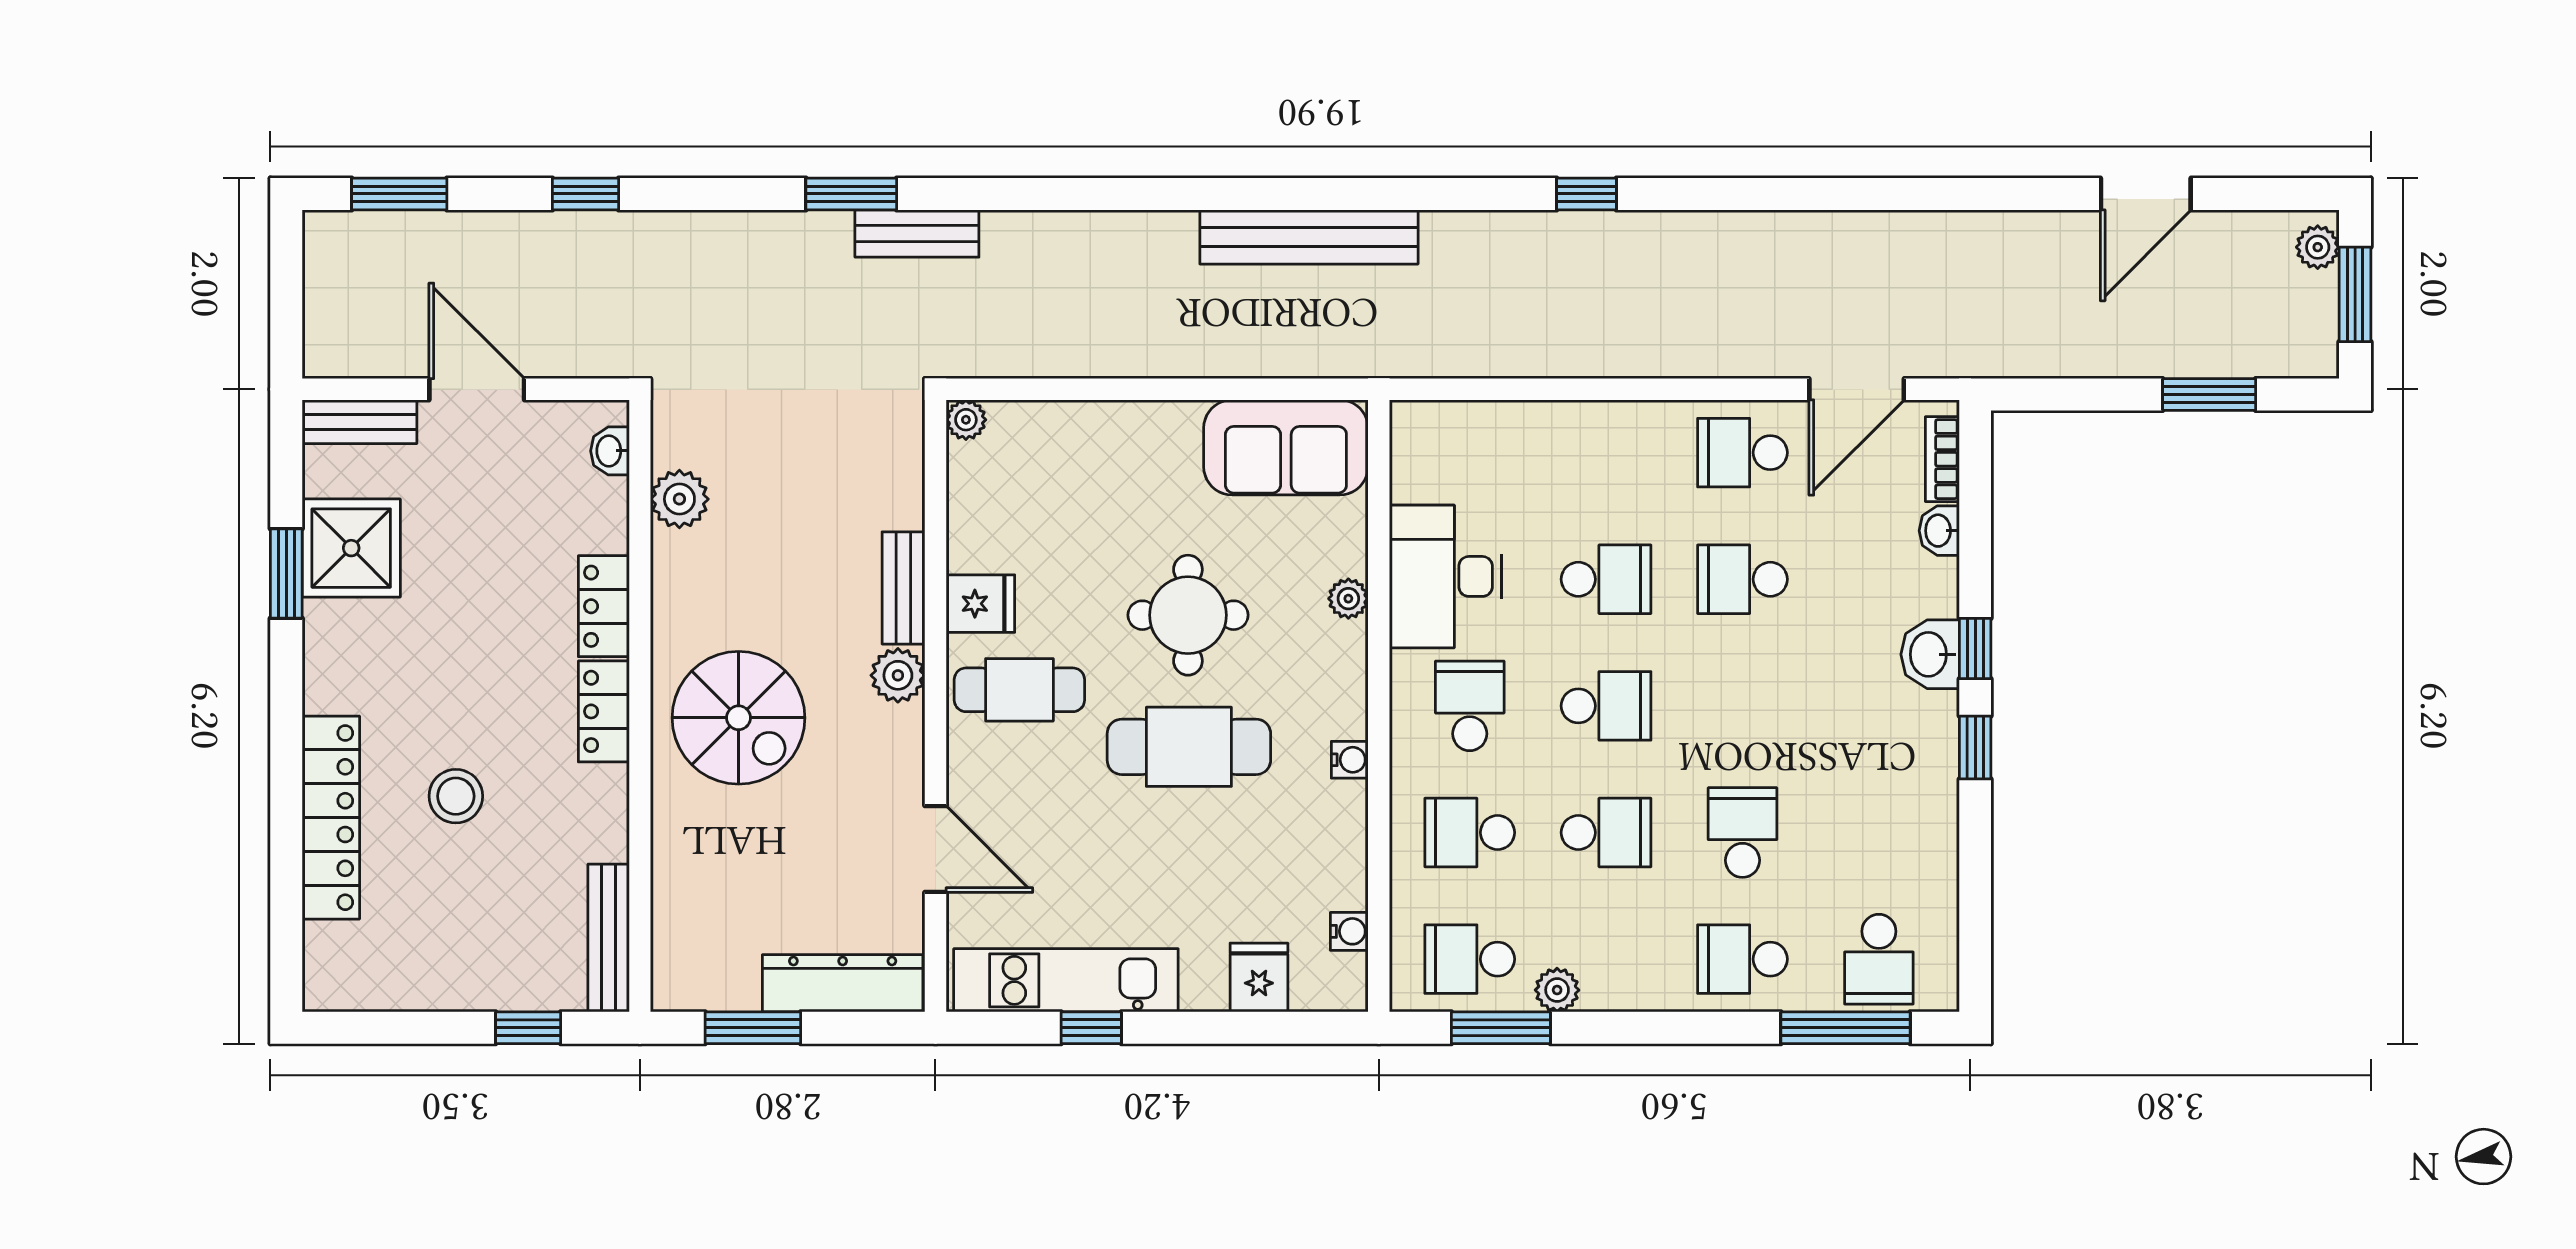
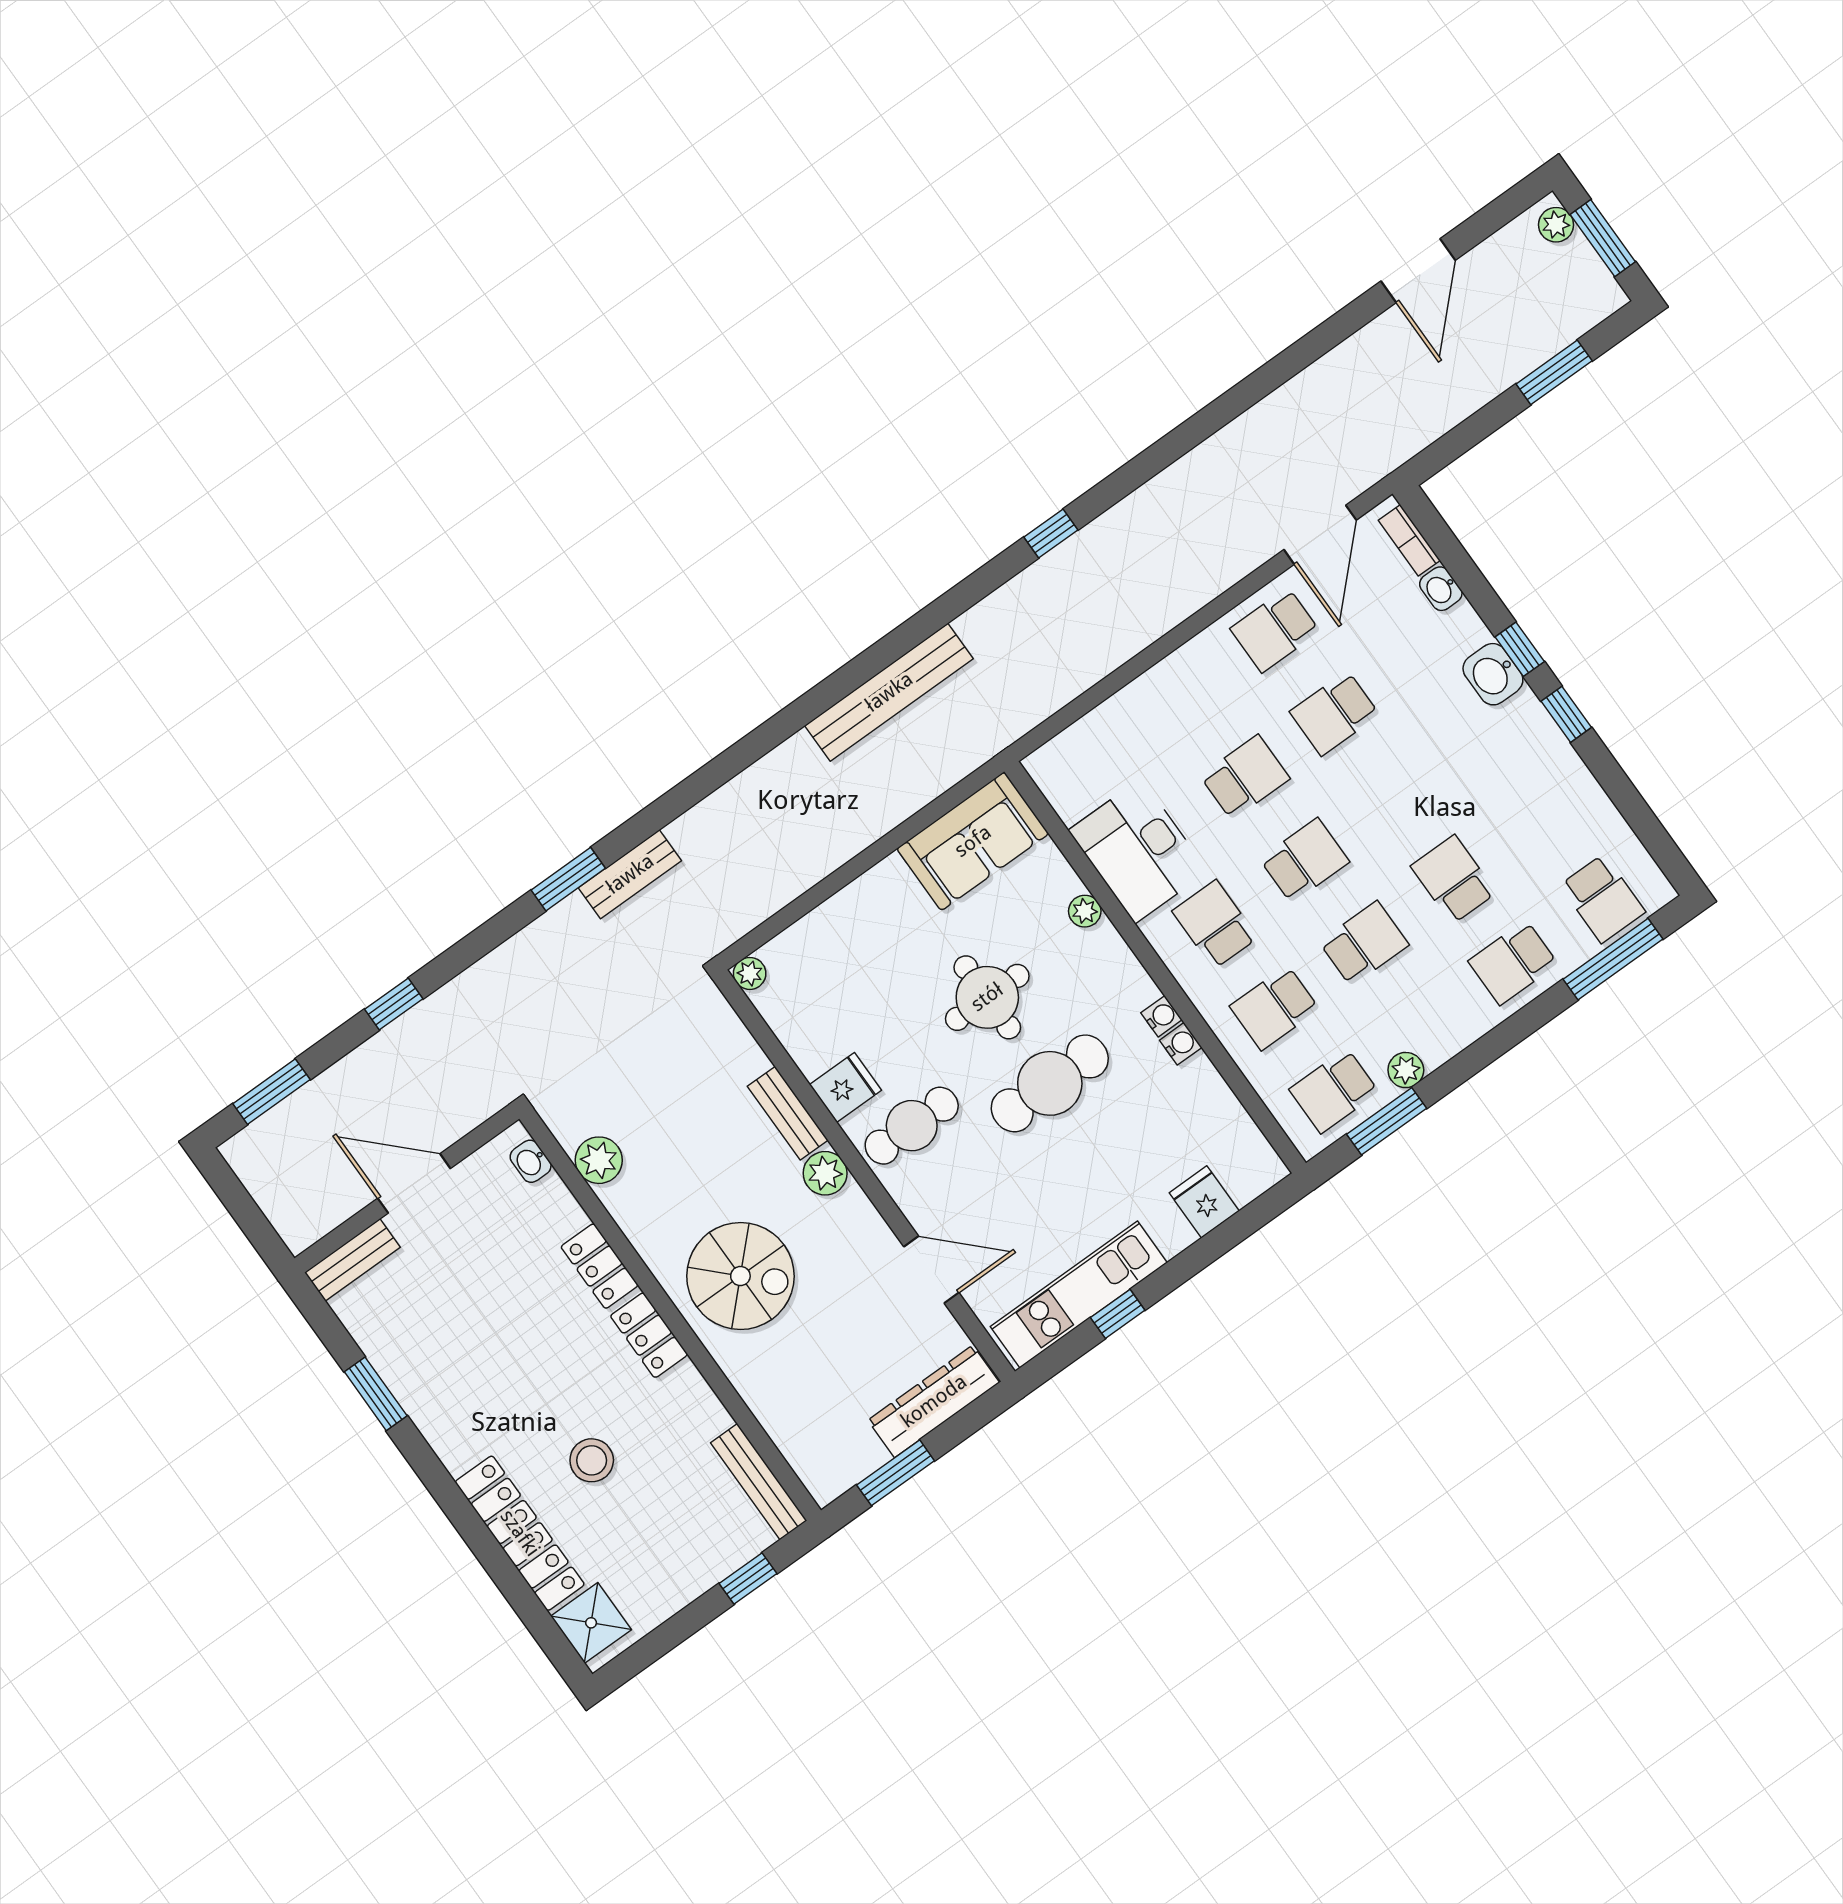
shower: (351, 548) -> (591, 1623), moved, width x0.73, depth x0.73
water cooler: (1349, 931) -> (1181, 1044), moved

